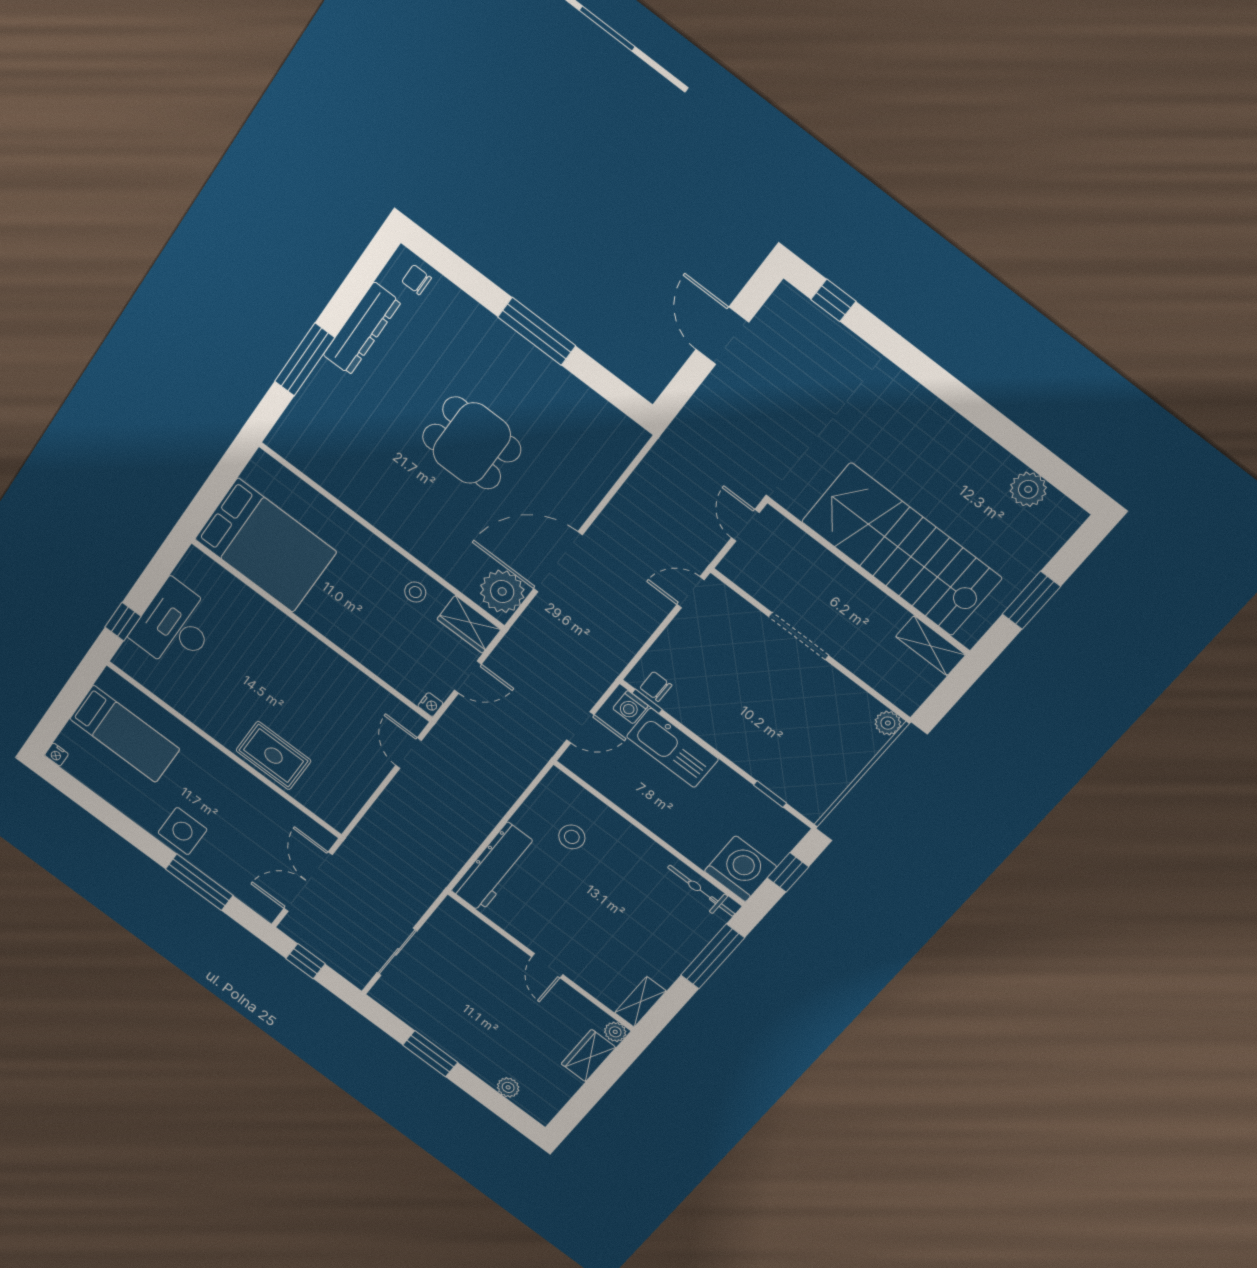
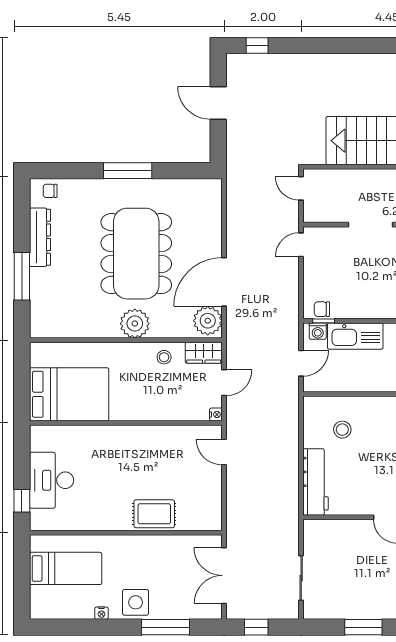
dining table: (472, 443) -> (136, 254), width x1.88, depth x1.24
plant: (408, 525) -> (135, 324), added
nightstand: (57, 755) -> (101, 613), moved

